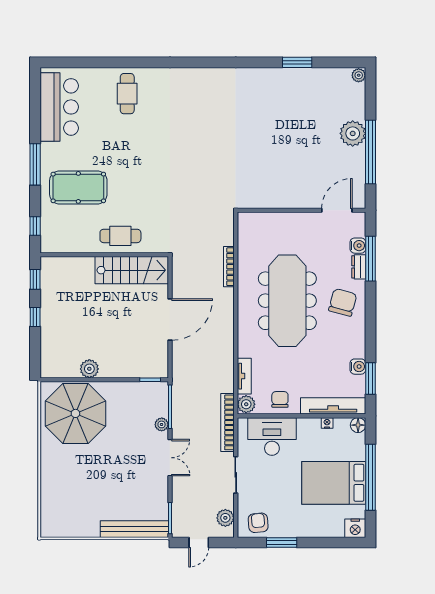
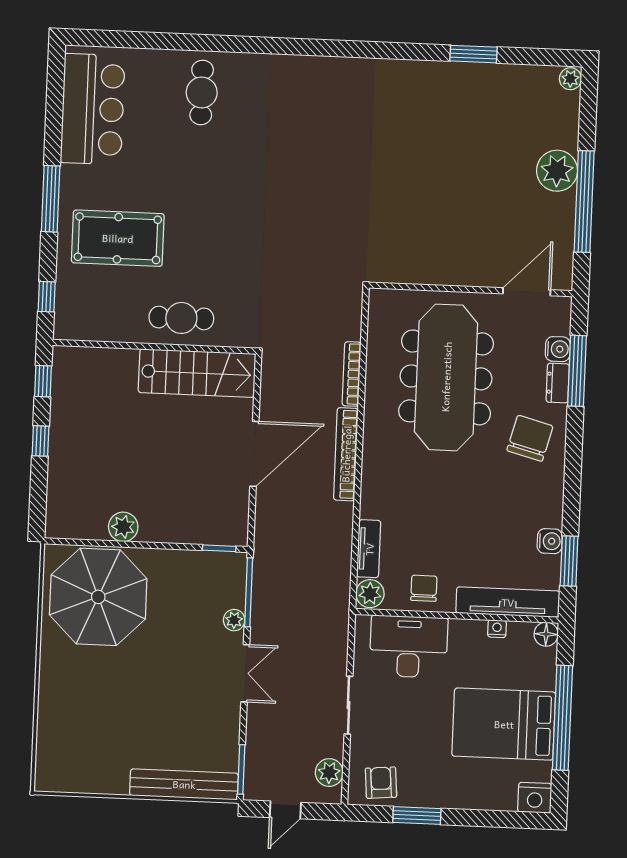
meeting table: (287, 301) -> (446, 377), moved
bookcase: (227, 422) -> (346, 454), moved

